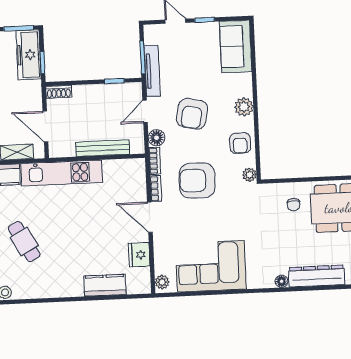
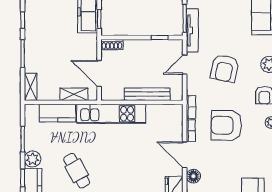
floor lamp: (156, 138) -> (193, 176), moved

